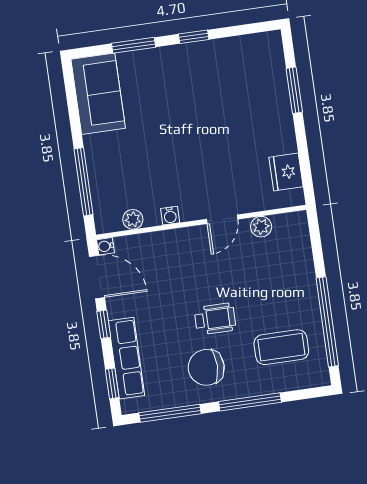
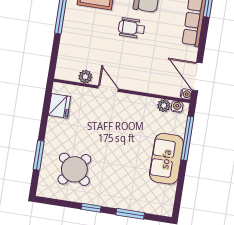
round table: (235, 86) -> (74, 169), added
sofa: (98, 94) -> (166, 159), moved
water cooler: (170, 216) -> (177, 107), moved
door: (222, 219) -> (108, 89), hinge flipped
window: (104, 324) -> (202, 46), removed

